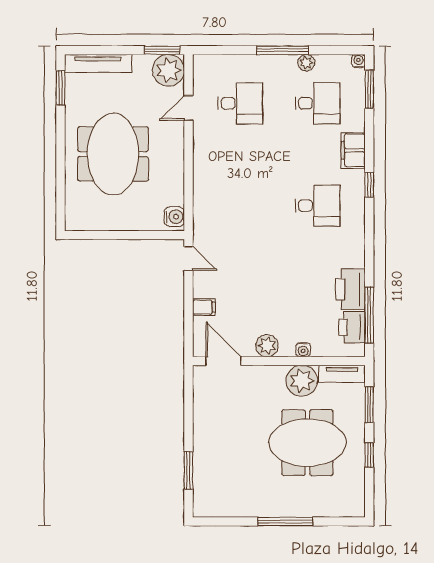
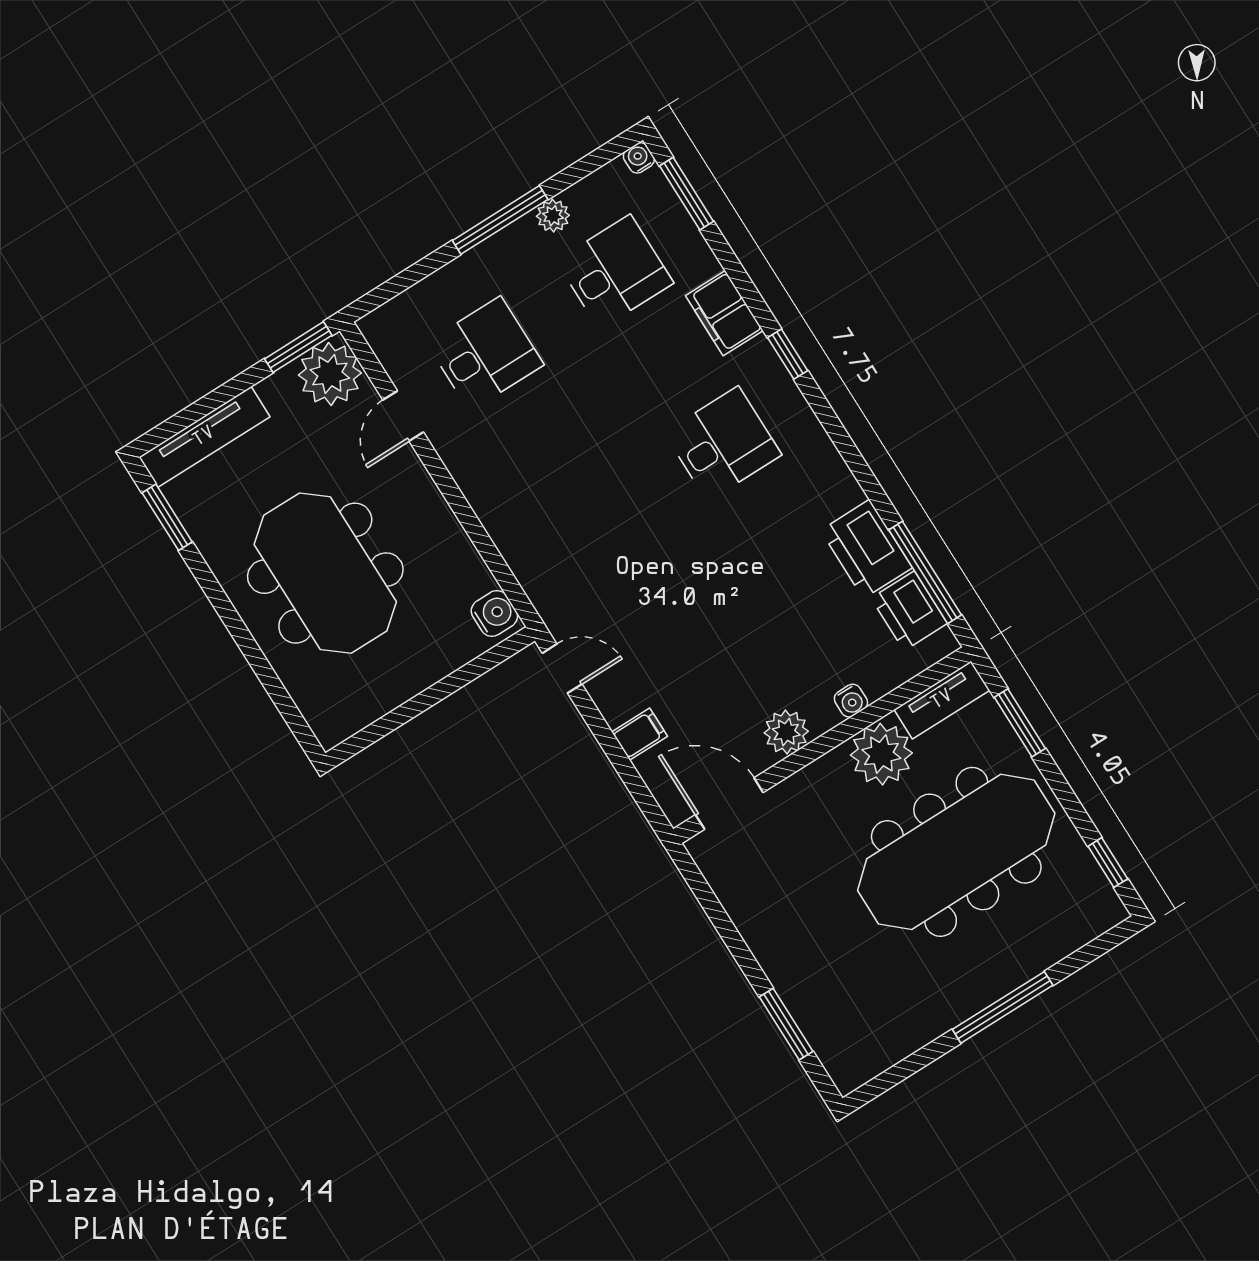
meeting table: (307, 443) -> (956, 852), width x1.36
window: (369, 455) -> (1108, 863), moved

